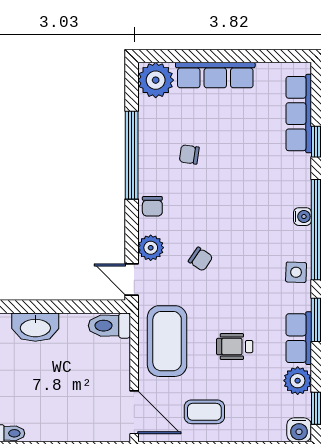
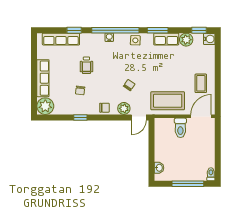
window: (132, 155) -> (80, 117), width x0.32
toilet: (109, 326) -> (180, 128), moved
washbasin: (35, 327) -> (159, 168), width x0.52, depth x0.69
wheelchair: (235, 347) -> (86, 65), moved

